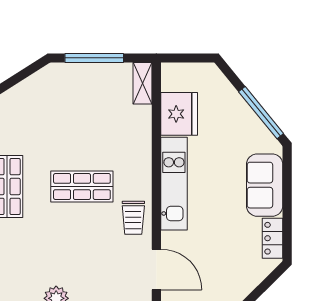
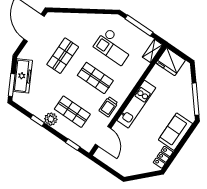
fridge: (179, 114) -> (171, 62), moved, turned 90
checkout: (77, 118) -> (114, 47), added
shop shelf: (82, 264) -> (72, 112), added

